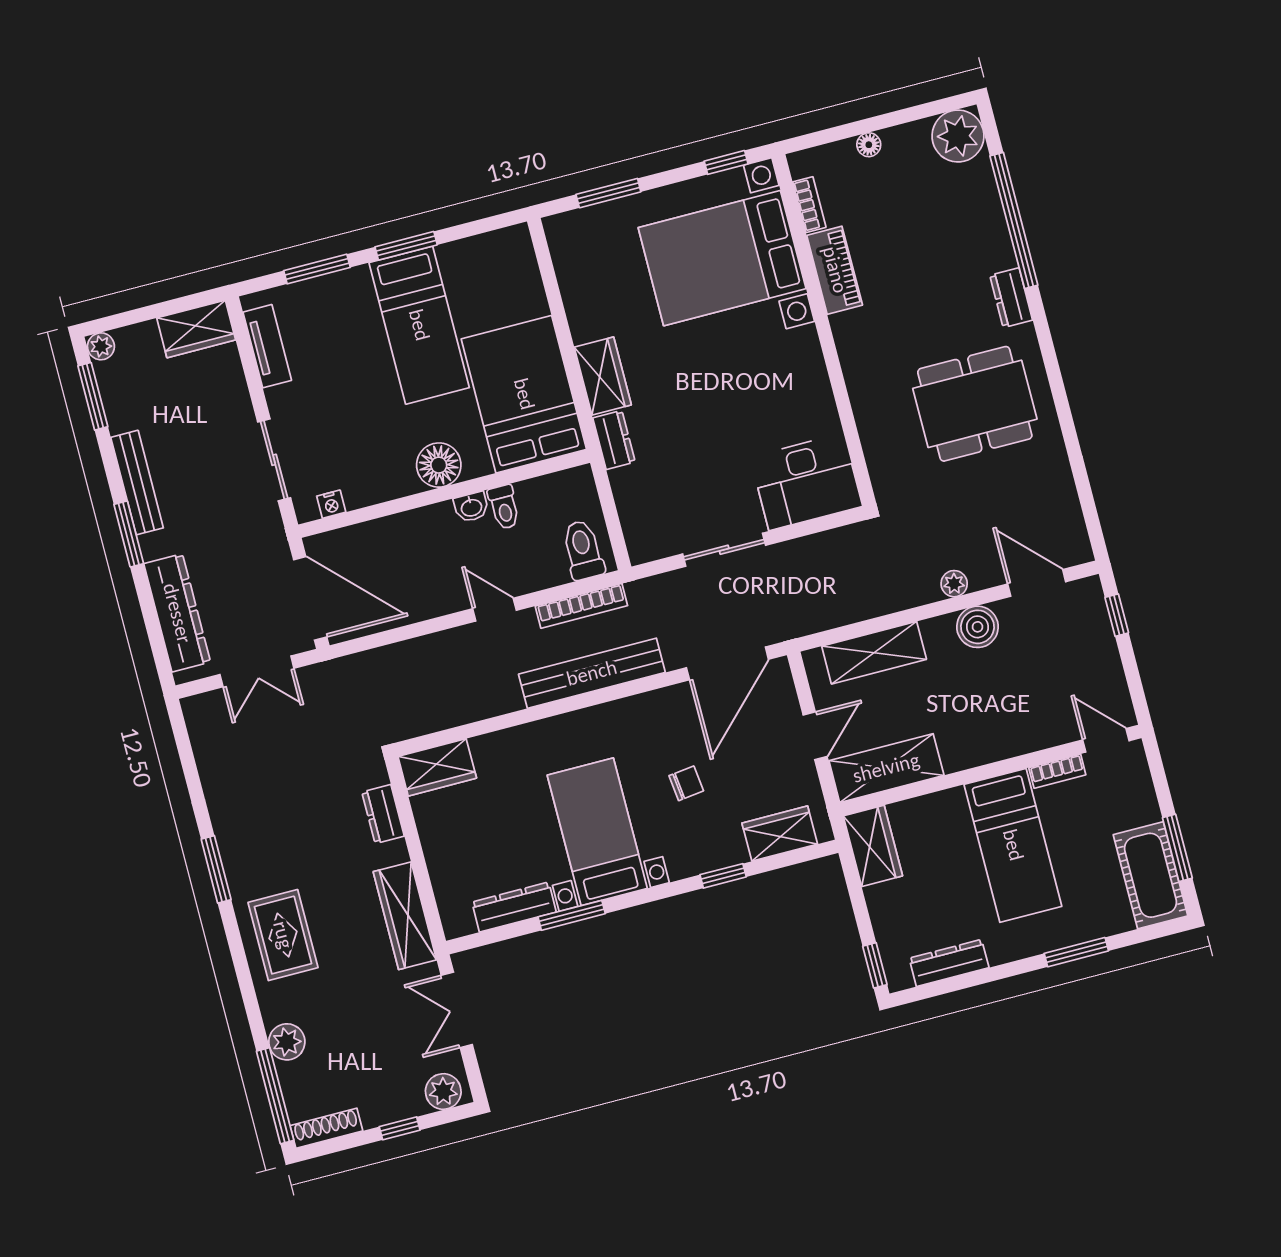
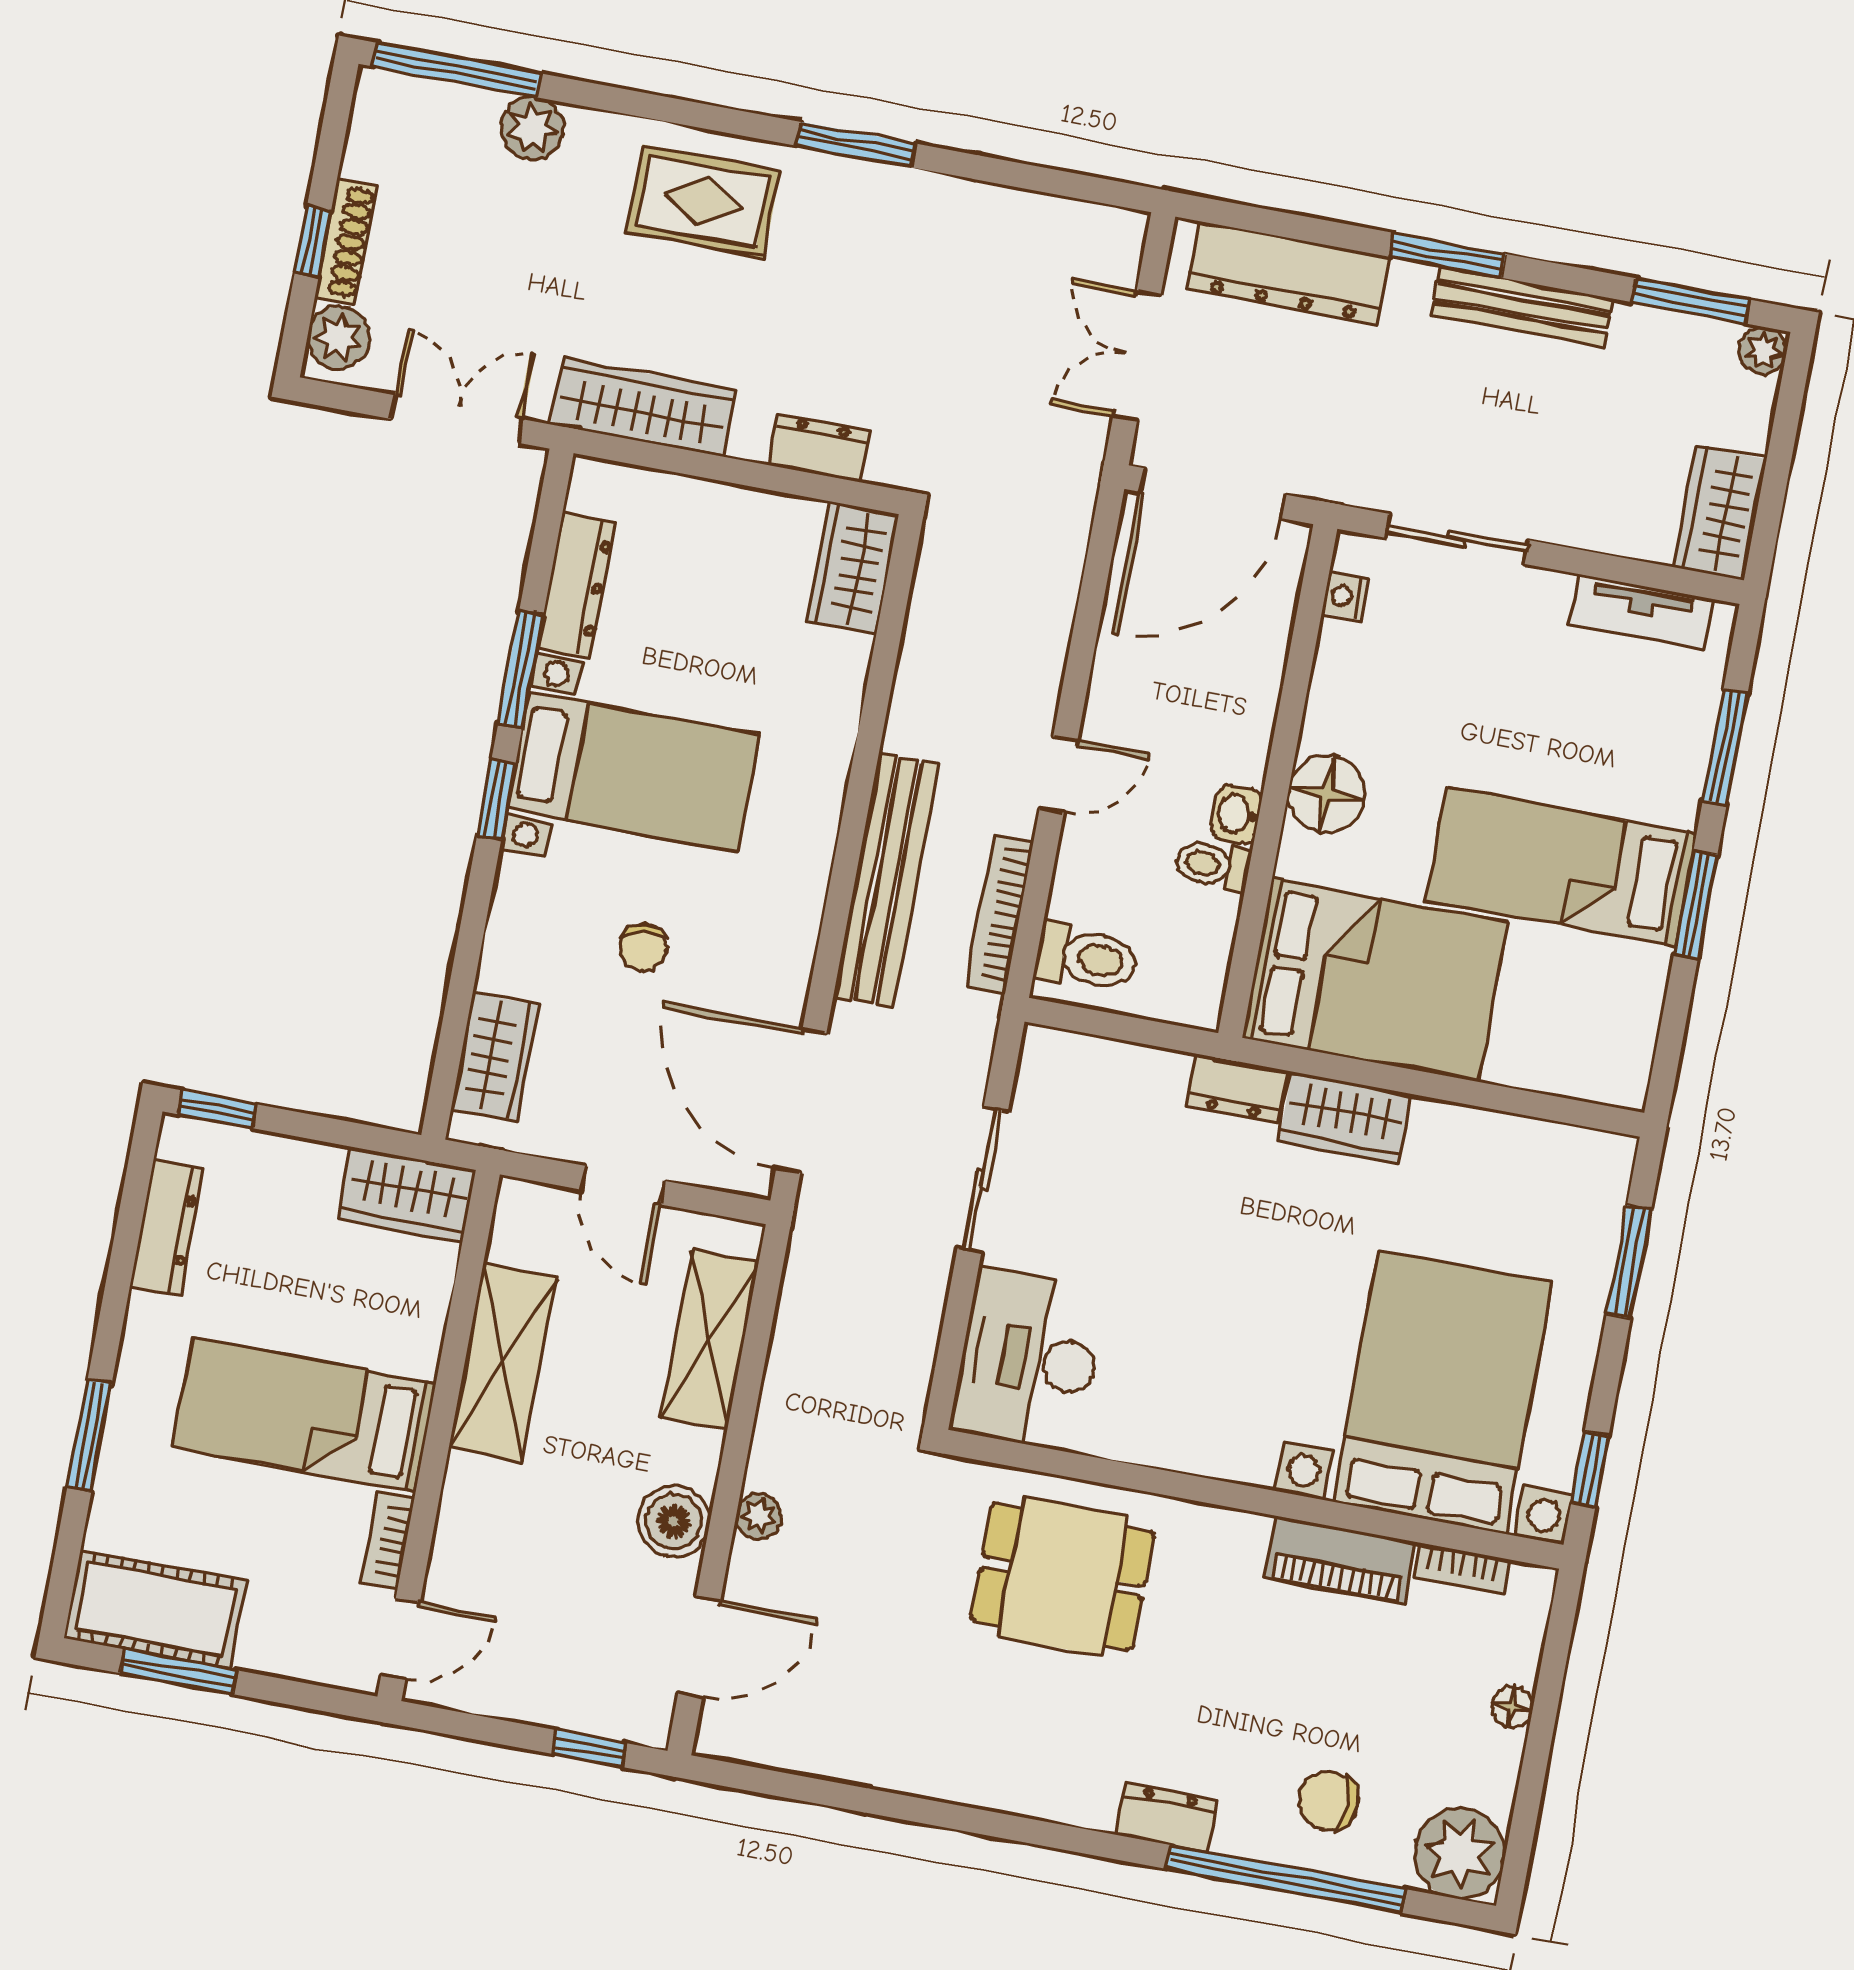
chair: (963, 217) -> (1329, 1801), added
dining table: (975, 404) -> (1063, 1577), moved, width x0.73
shelving: (886, 768) -> (503, 1363), moved
window: (723, 876) -> (496, 799), moved
shoe rack: (326, 1128) -> (346, 241), moved

